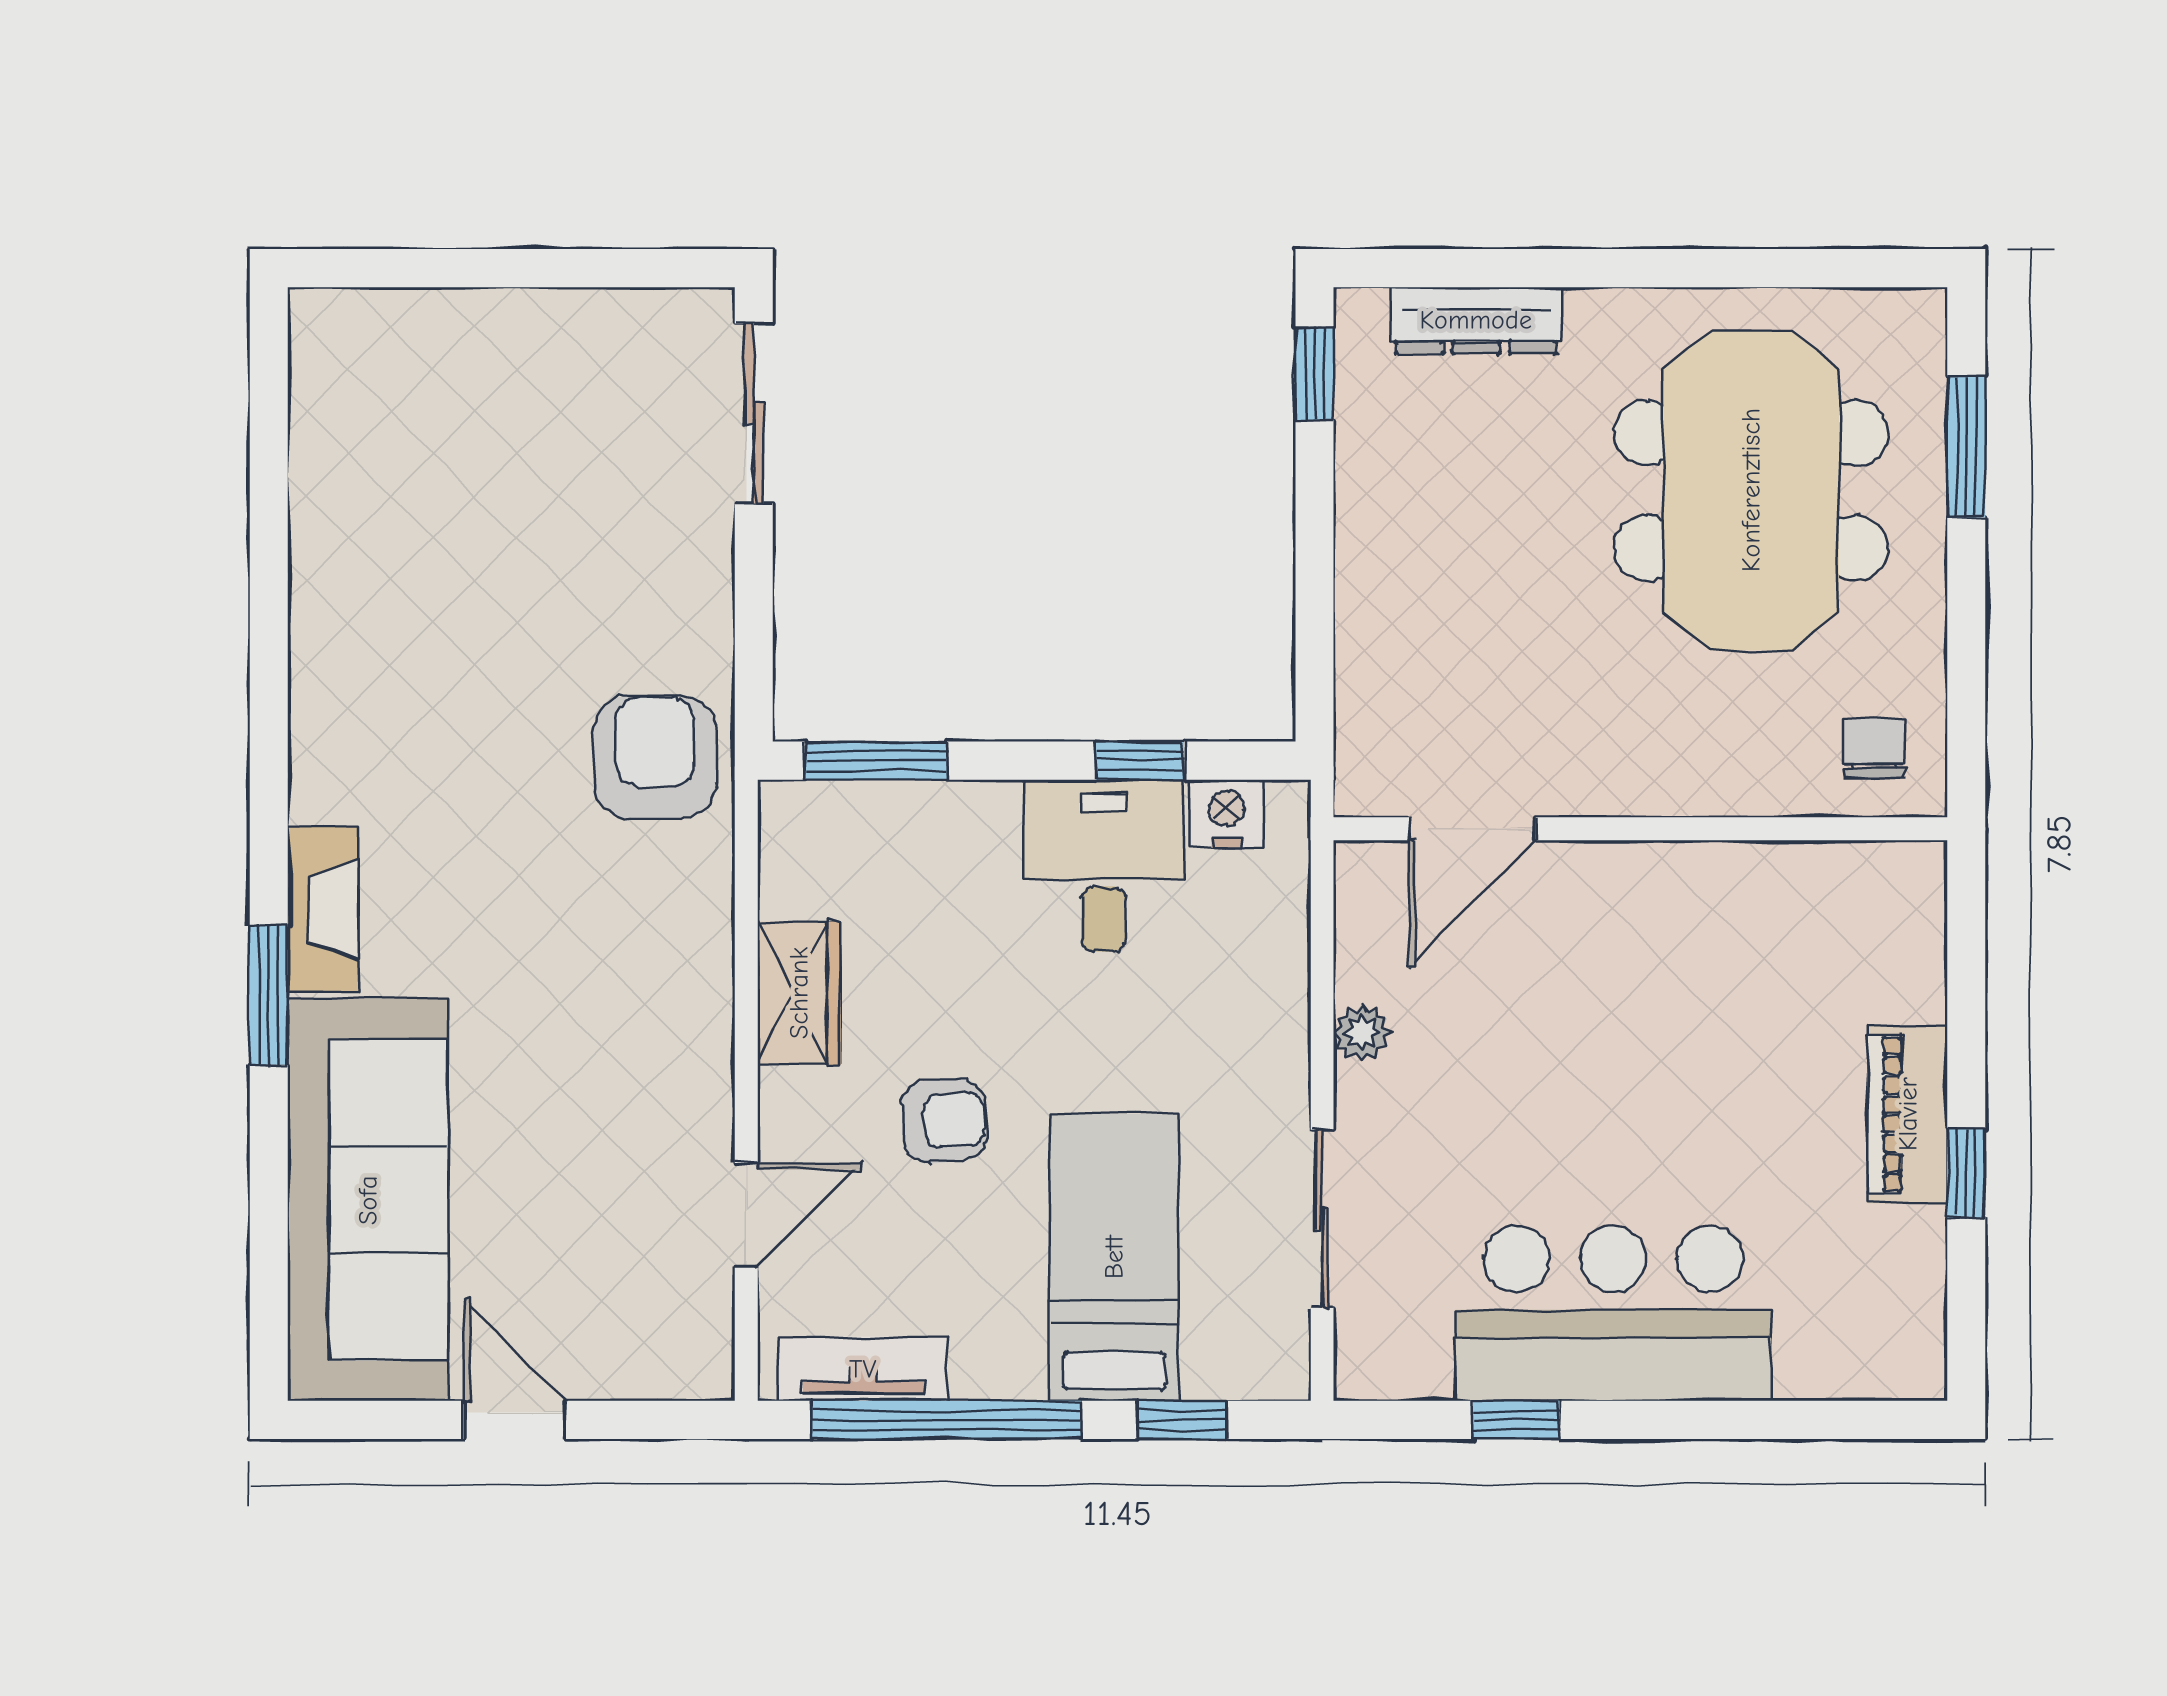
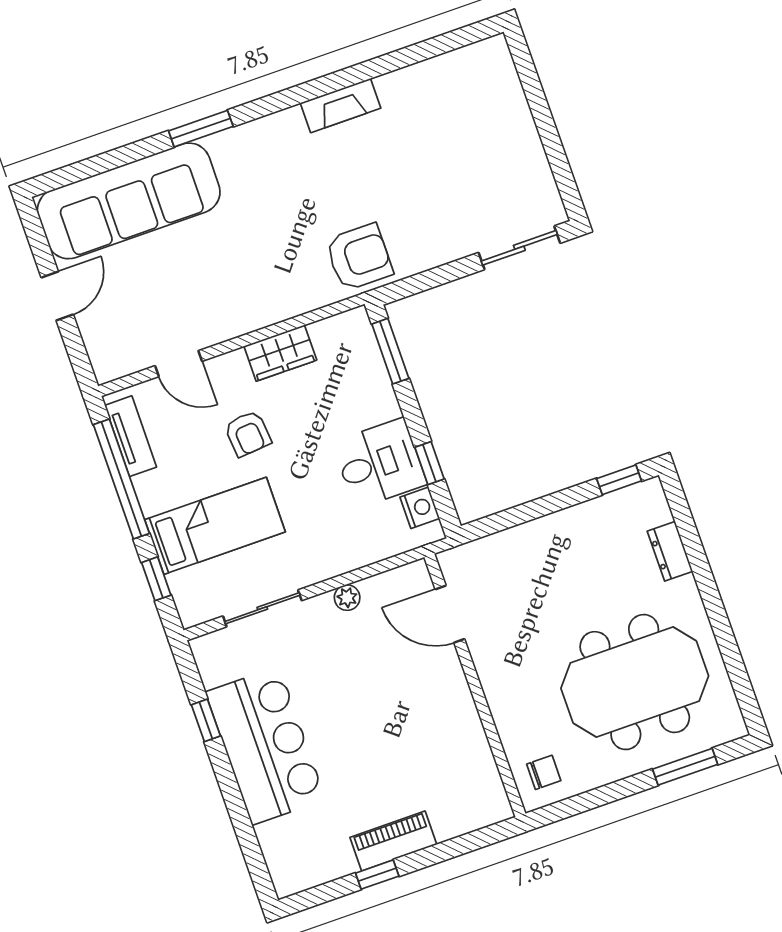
dresser: (1476, 320) -> (670, 551), width x0.70
fireplace: (323, 910) -> (341, 106), moved

